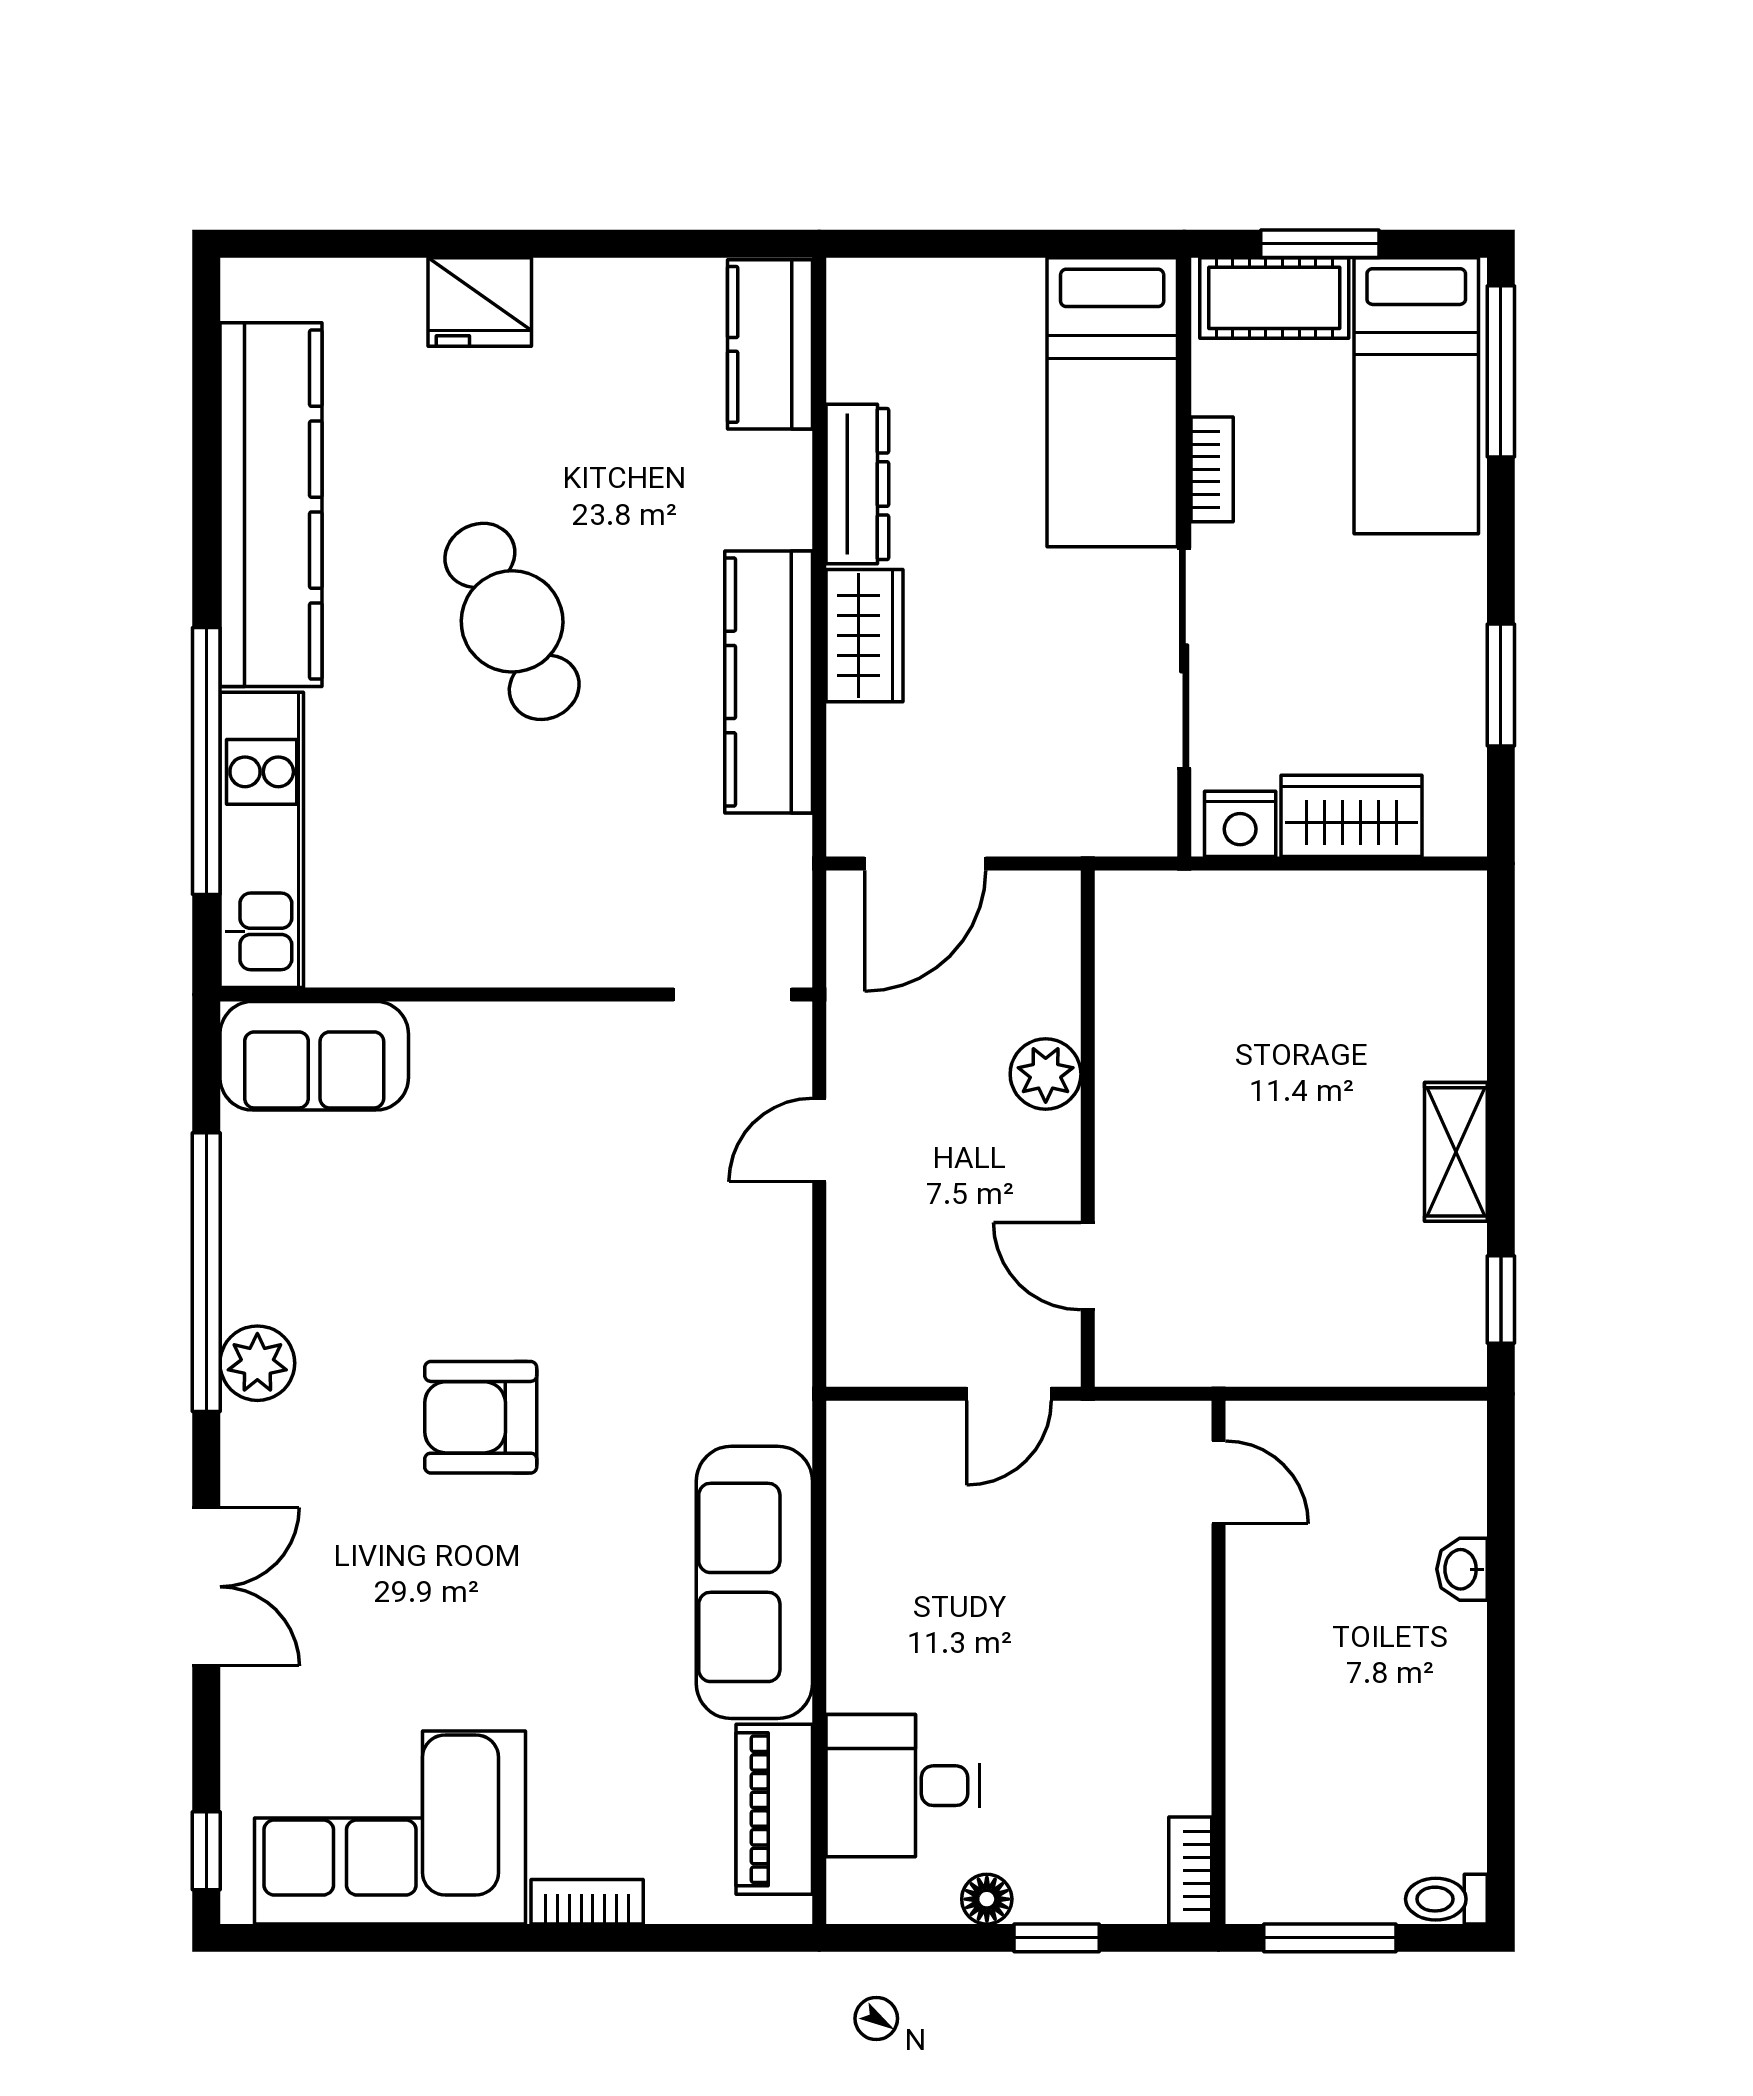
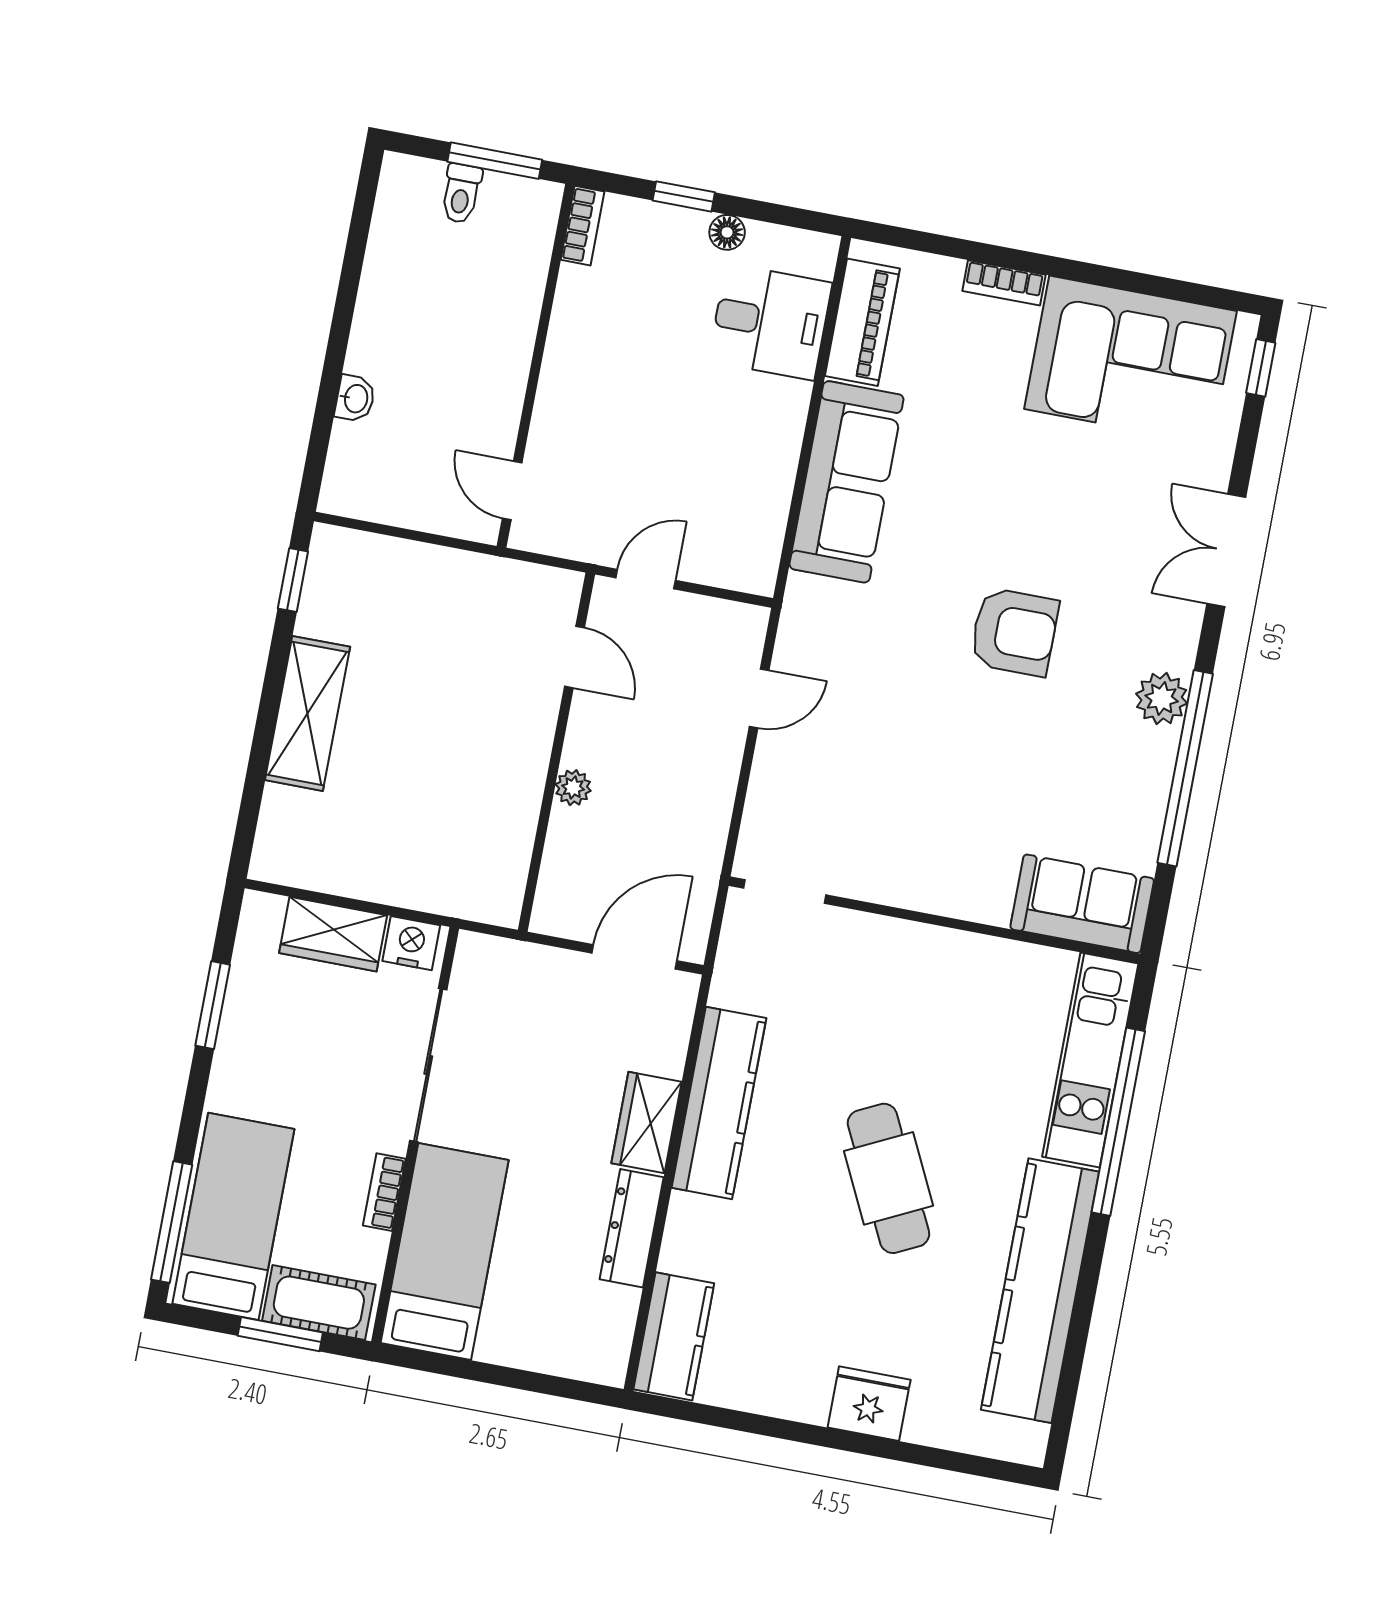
plant: (1046, 1074) -> (573, 788), width x0.73, depth x0.73
door: (819, 1140) -> (759, 698), moved
shelving: (1456, 1152) -> (307, 713), width x1.50, depth x1.33
toilet: (1446, 1899) -> (461, 193), moved, turned 90

